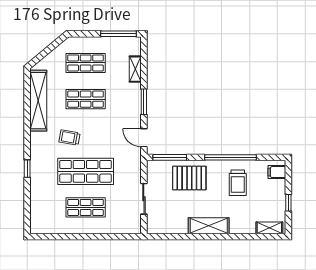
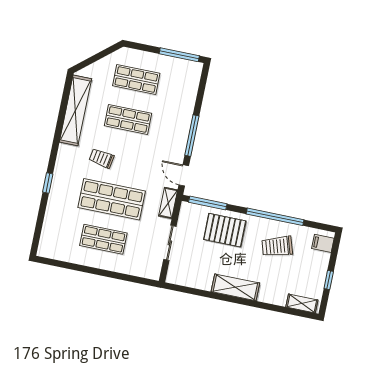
shelving: (135, 69) -> (168, 203), moved
window: (144, 102) -> (192, 136), width x1.44
trolley: (238, 183) -> (277, 246), turned 73

